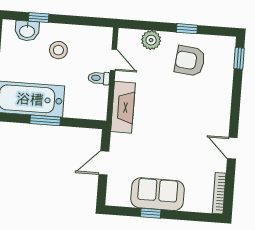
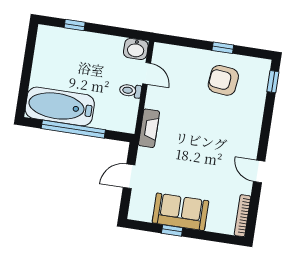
washbasin: (27, 31) -> (136, 49), moved
plant: (151, 40) -> (186, 56), removed
stool: (58, 50) -> (92, 59), removed
fireplace: (123, 107) -> (149, 128), width x0.73, depth x0.76
window: (45, 120) -> (73, 129), width x2.11

